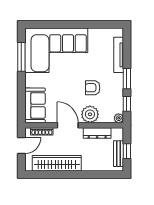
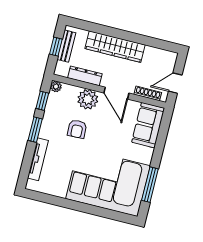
armchair: (93, 88) -> (77, 129), turned 88
wardrobe: (57, 163) -> (115, 47), moved

